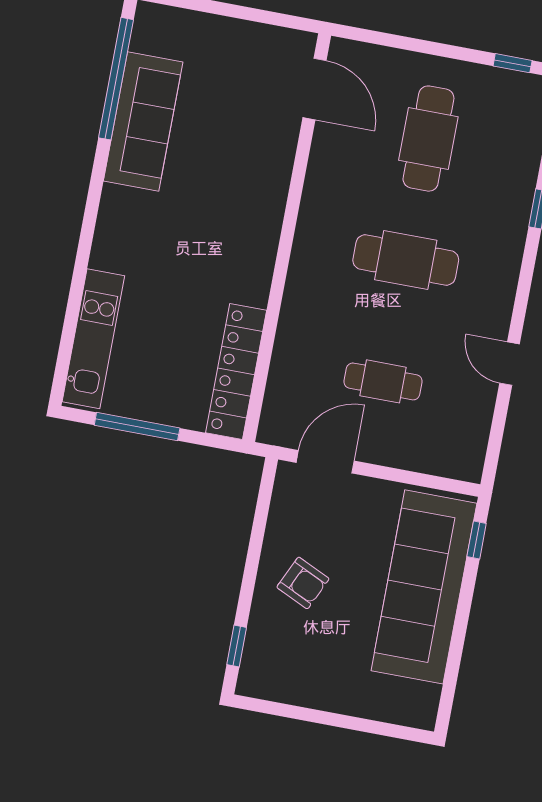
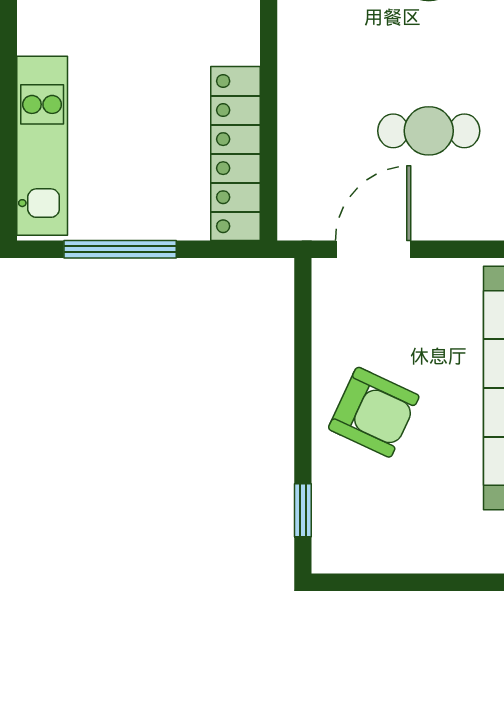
armchair: (303, 583) -> (374, 412), width x1.38, depth x1.38

